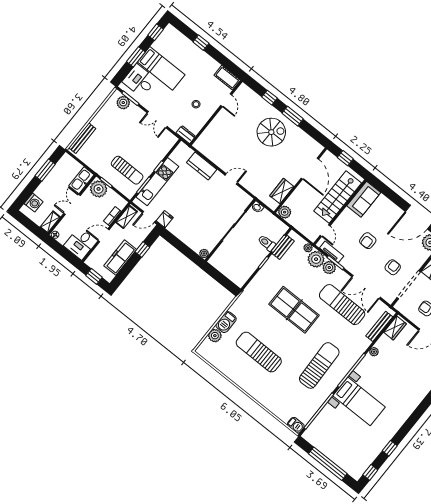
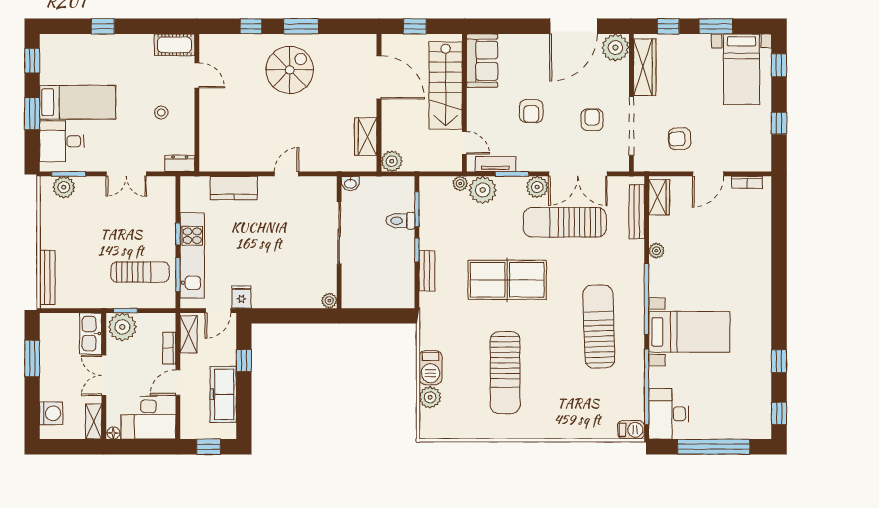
desk: (80, 243) -> (148, 418), width x1.37
bench: (283, 247) -> (427, 271), moved
plant: (329, 268) -> (537, 187), moved
sun lounger: (259, 352) -> (505, 373), turned -90
desk: (319, 432) -> (669, 414), added

